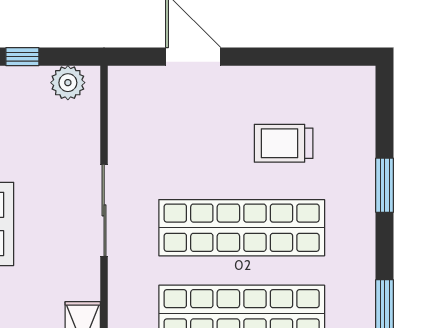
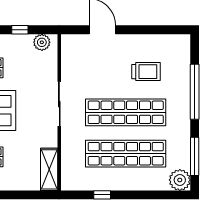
trolley: (284, 143) -> (146, 72), turned 180
window: (385, 185) -> (195, 92), width x2.11

